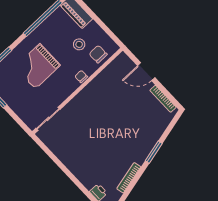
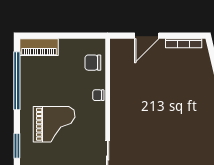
stool: (79, 44) -> (69, 71), removed
grand piano: (38, 66) -> (54, 124), turned -90

